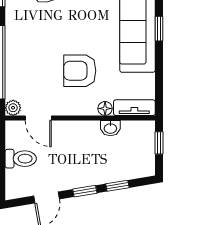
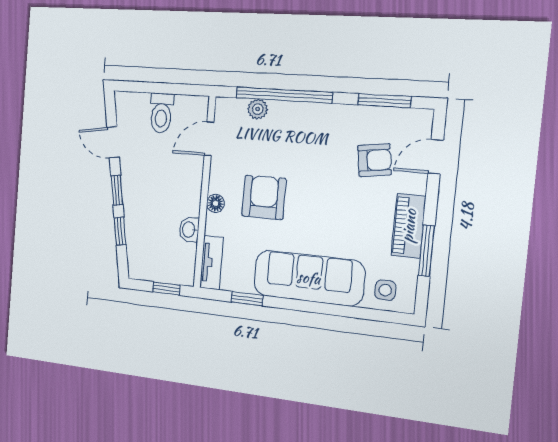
window: (159, 29) -> (247, 299), moved
plant: (13, 108) -> (258, 109), moved
floor lamp: (105, 108) -> (215, 203), moved

